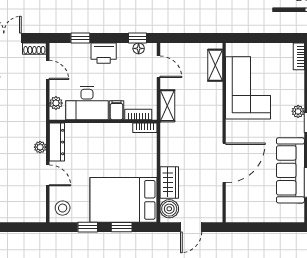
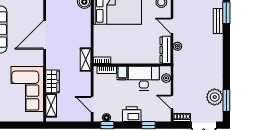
shelving: (167, 106) -> (86, 60), moved
wardrobe: (169, 182) -> (52, 81), moved, turned 180

